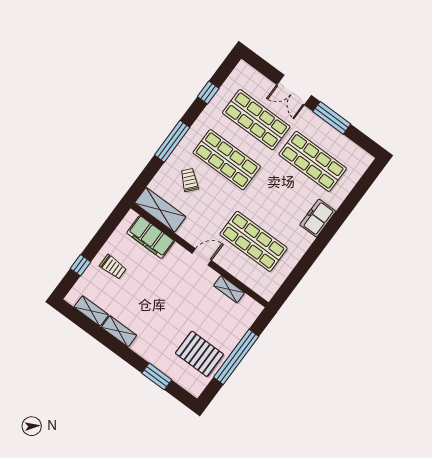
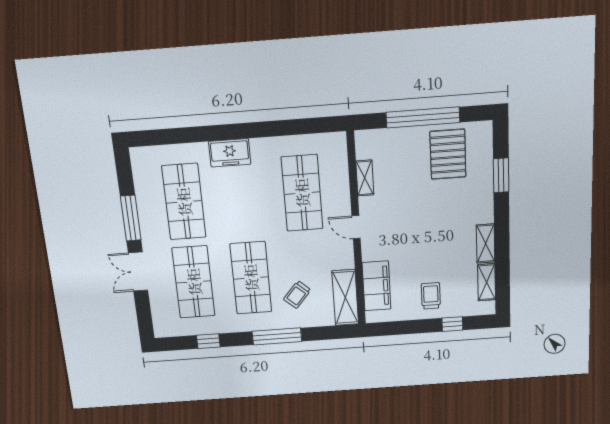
double door: (294, 90) -> (138, 272), swing flipped

